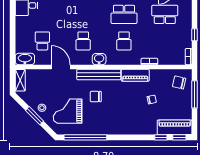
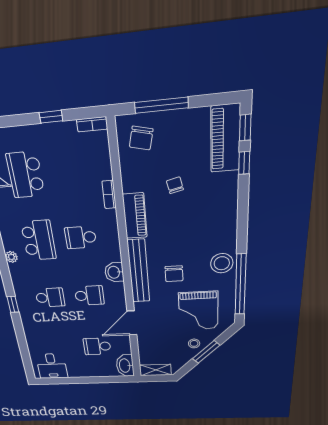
school desk: (83, 14) -> (50, 298), added
school desk: (124, 41) -> (81, 238), turned 180
stool: (101, 126) -> (222, 263), added

